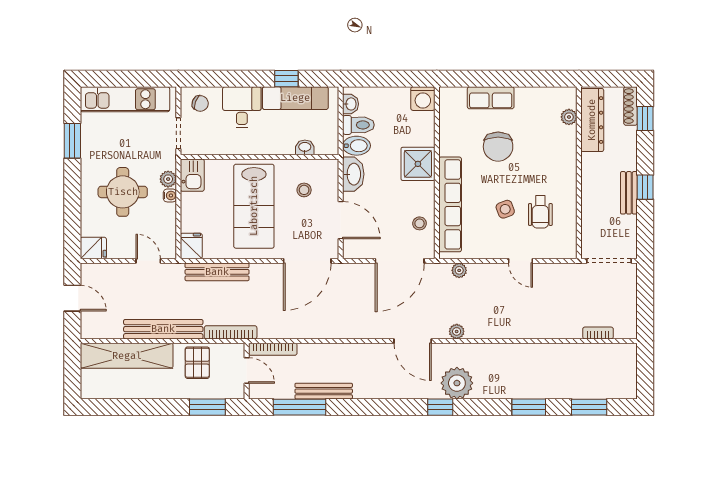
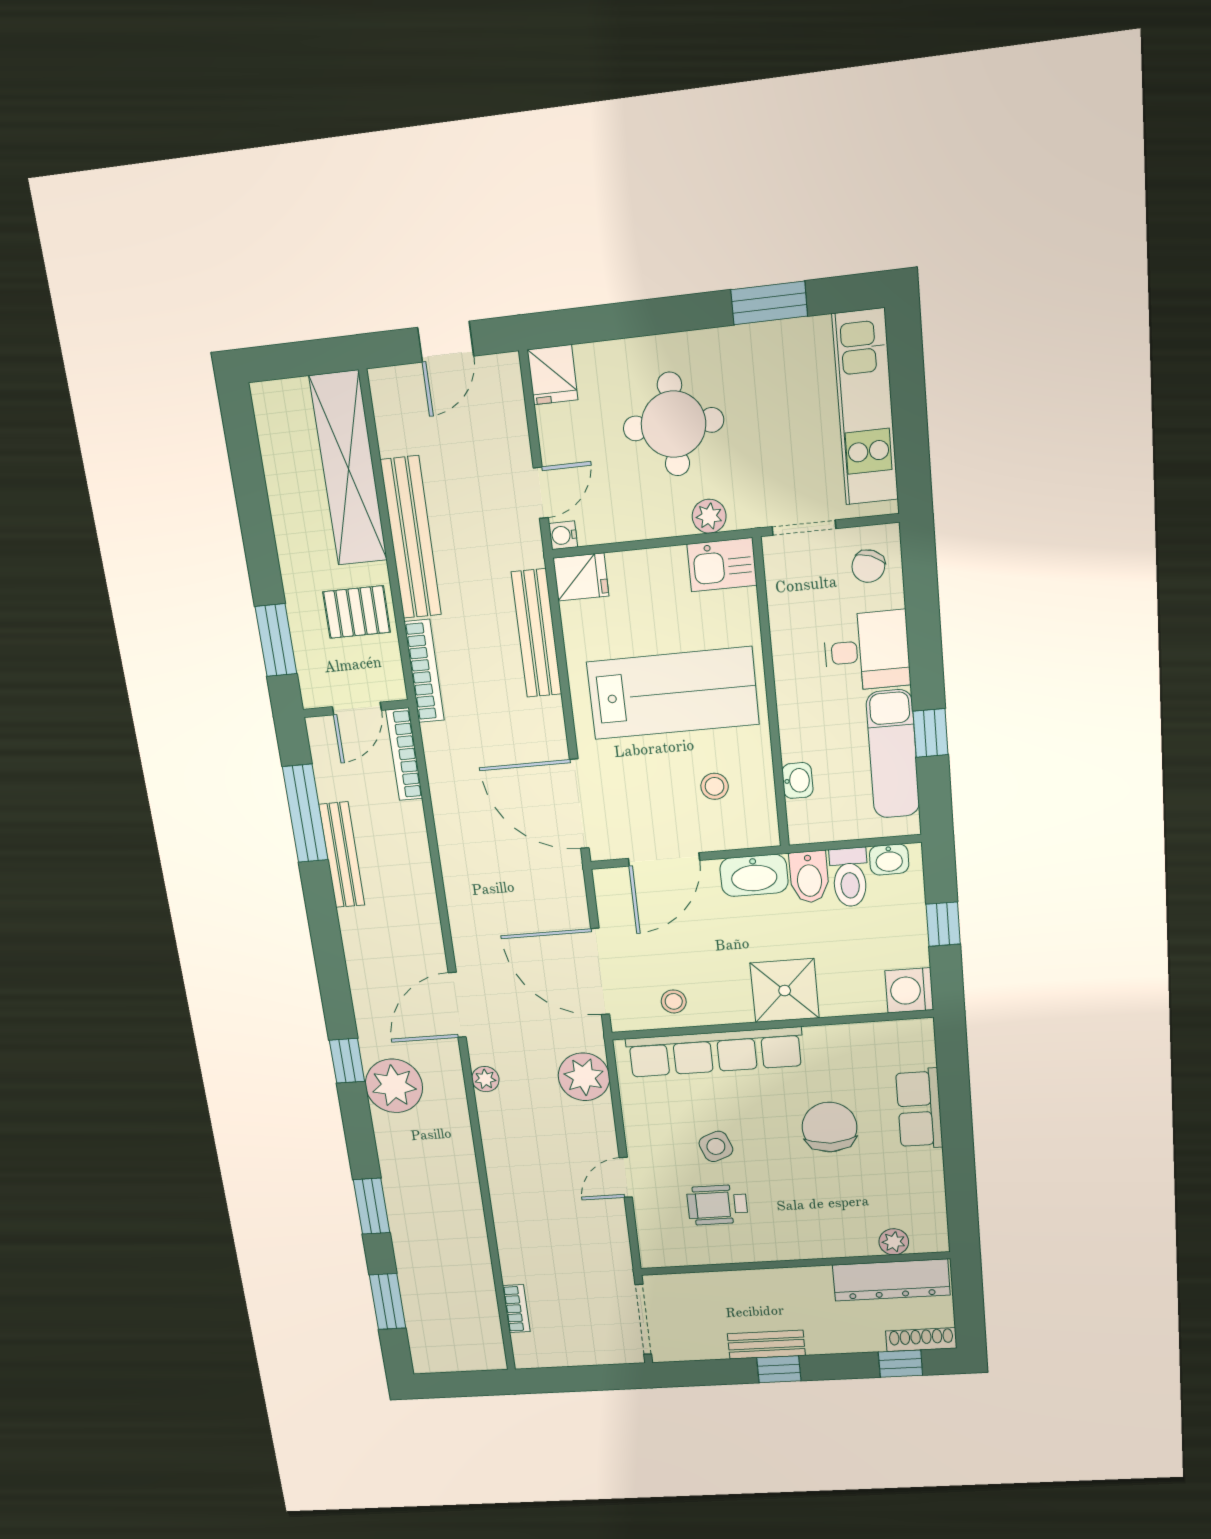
window: (388, 79) -> (943, 924), added
chair: (498, 147) -> (829, 1127), turned 90
water cooler: (170, 195) -> (563, 535), moved, turned 90
lab bench: (254, 206) -> (673, 693), turned 180
plant: (459, 270) -> (584, 1077), width x1.87, depth x1.87

